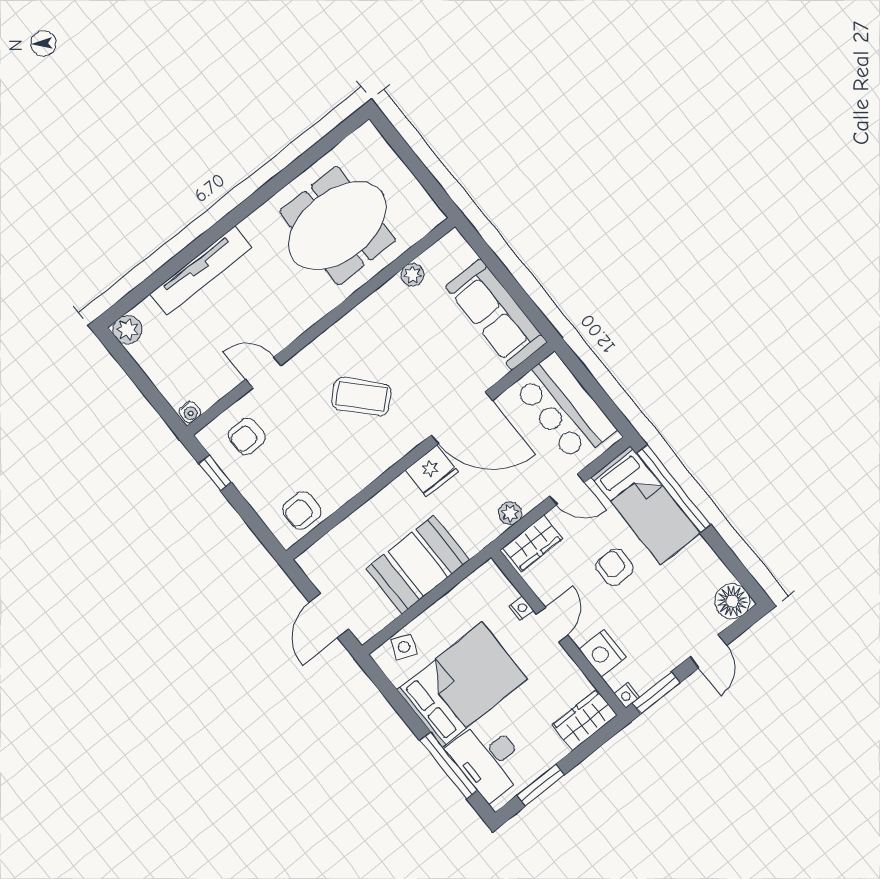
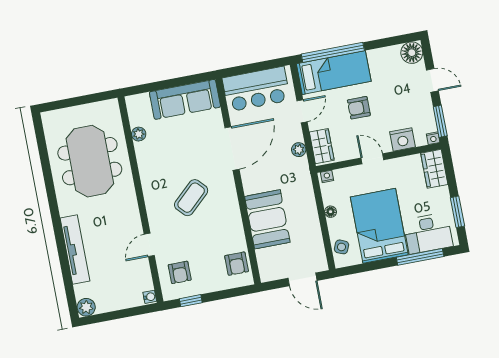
fridge: (432, 471) -> (253, 181), removed
booth: (418, 564) -> (267, 219), moved
floor lamp: (446, 605) -> (331, 212), added
nightstand: (521, 609) -> (327, 176), moved

